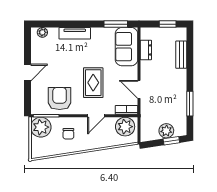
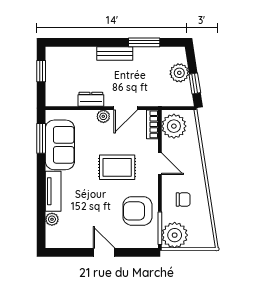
plant: (42, 32) -> (52, 219), moved
sofa: (127, 47) -> (60, 145), moved, turned -90
dresser: (146, 50) -> (91, 99), moved
bench: (181, 55) -> (115, 54), moved
plant: (133, 72) -> (103, 116), added
window: (171, 141) -> (195, 83), moved

